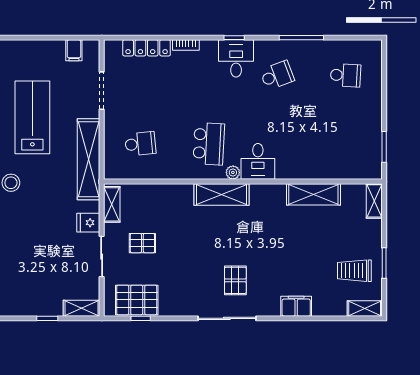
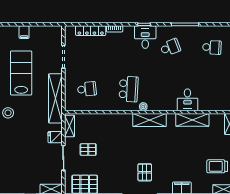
filing cabinet: (74, 50) -> (24, 32), moved
desk: (258, 161) -> (187, 100), moved
shelving: (221, 194) -> (150, 120), moved

